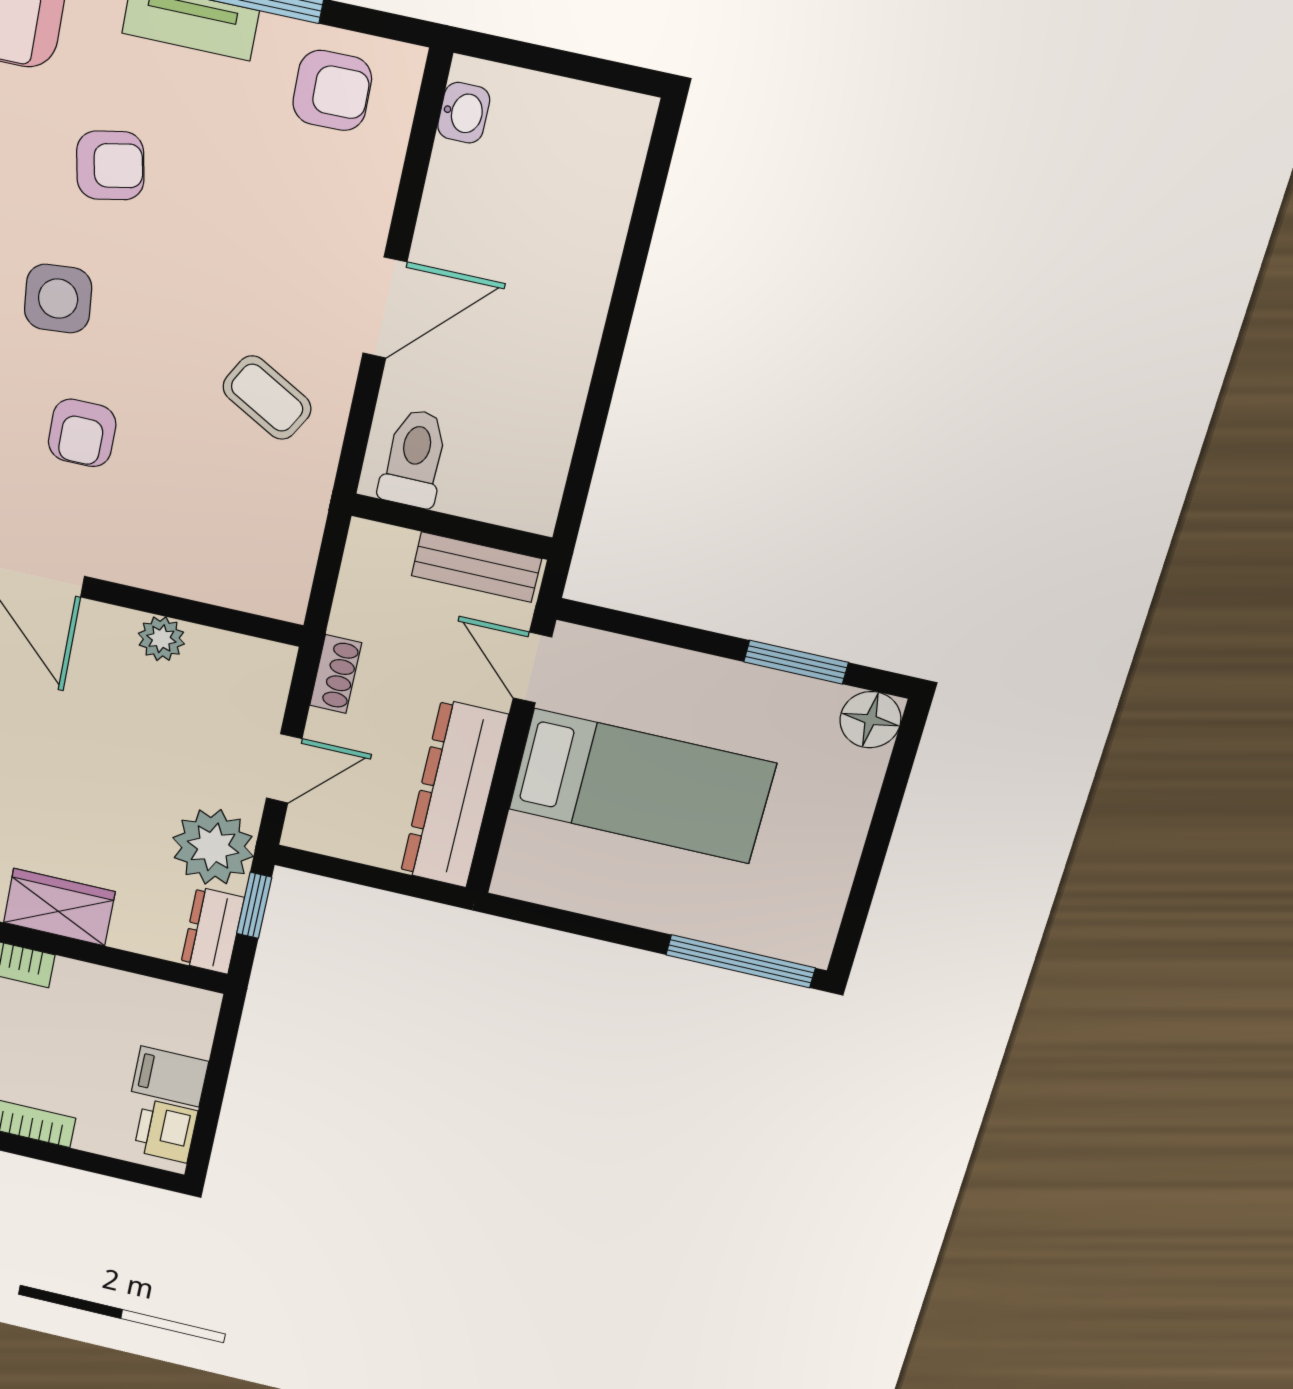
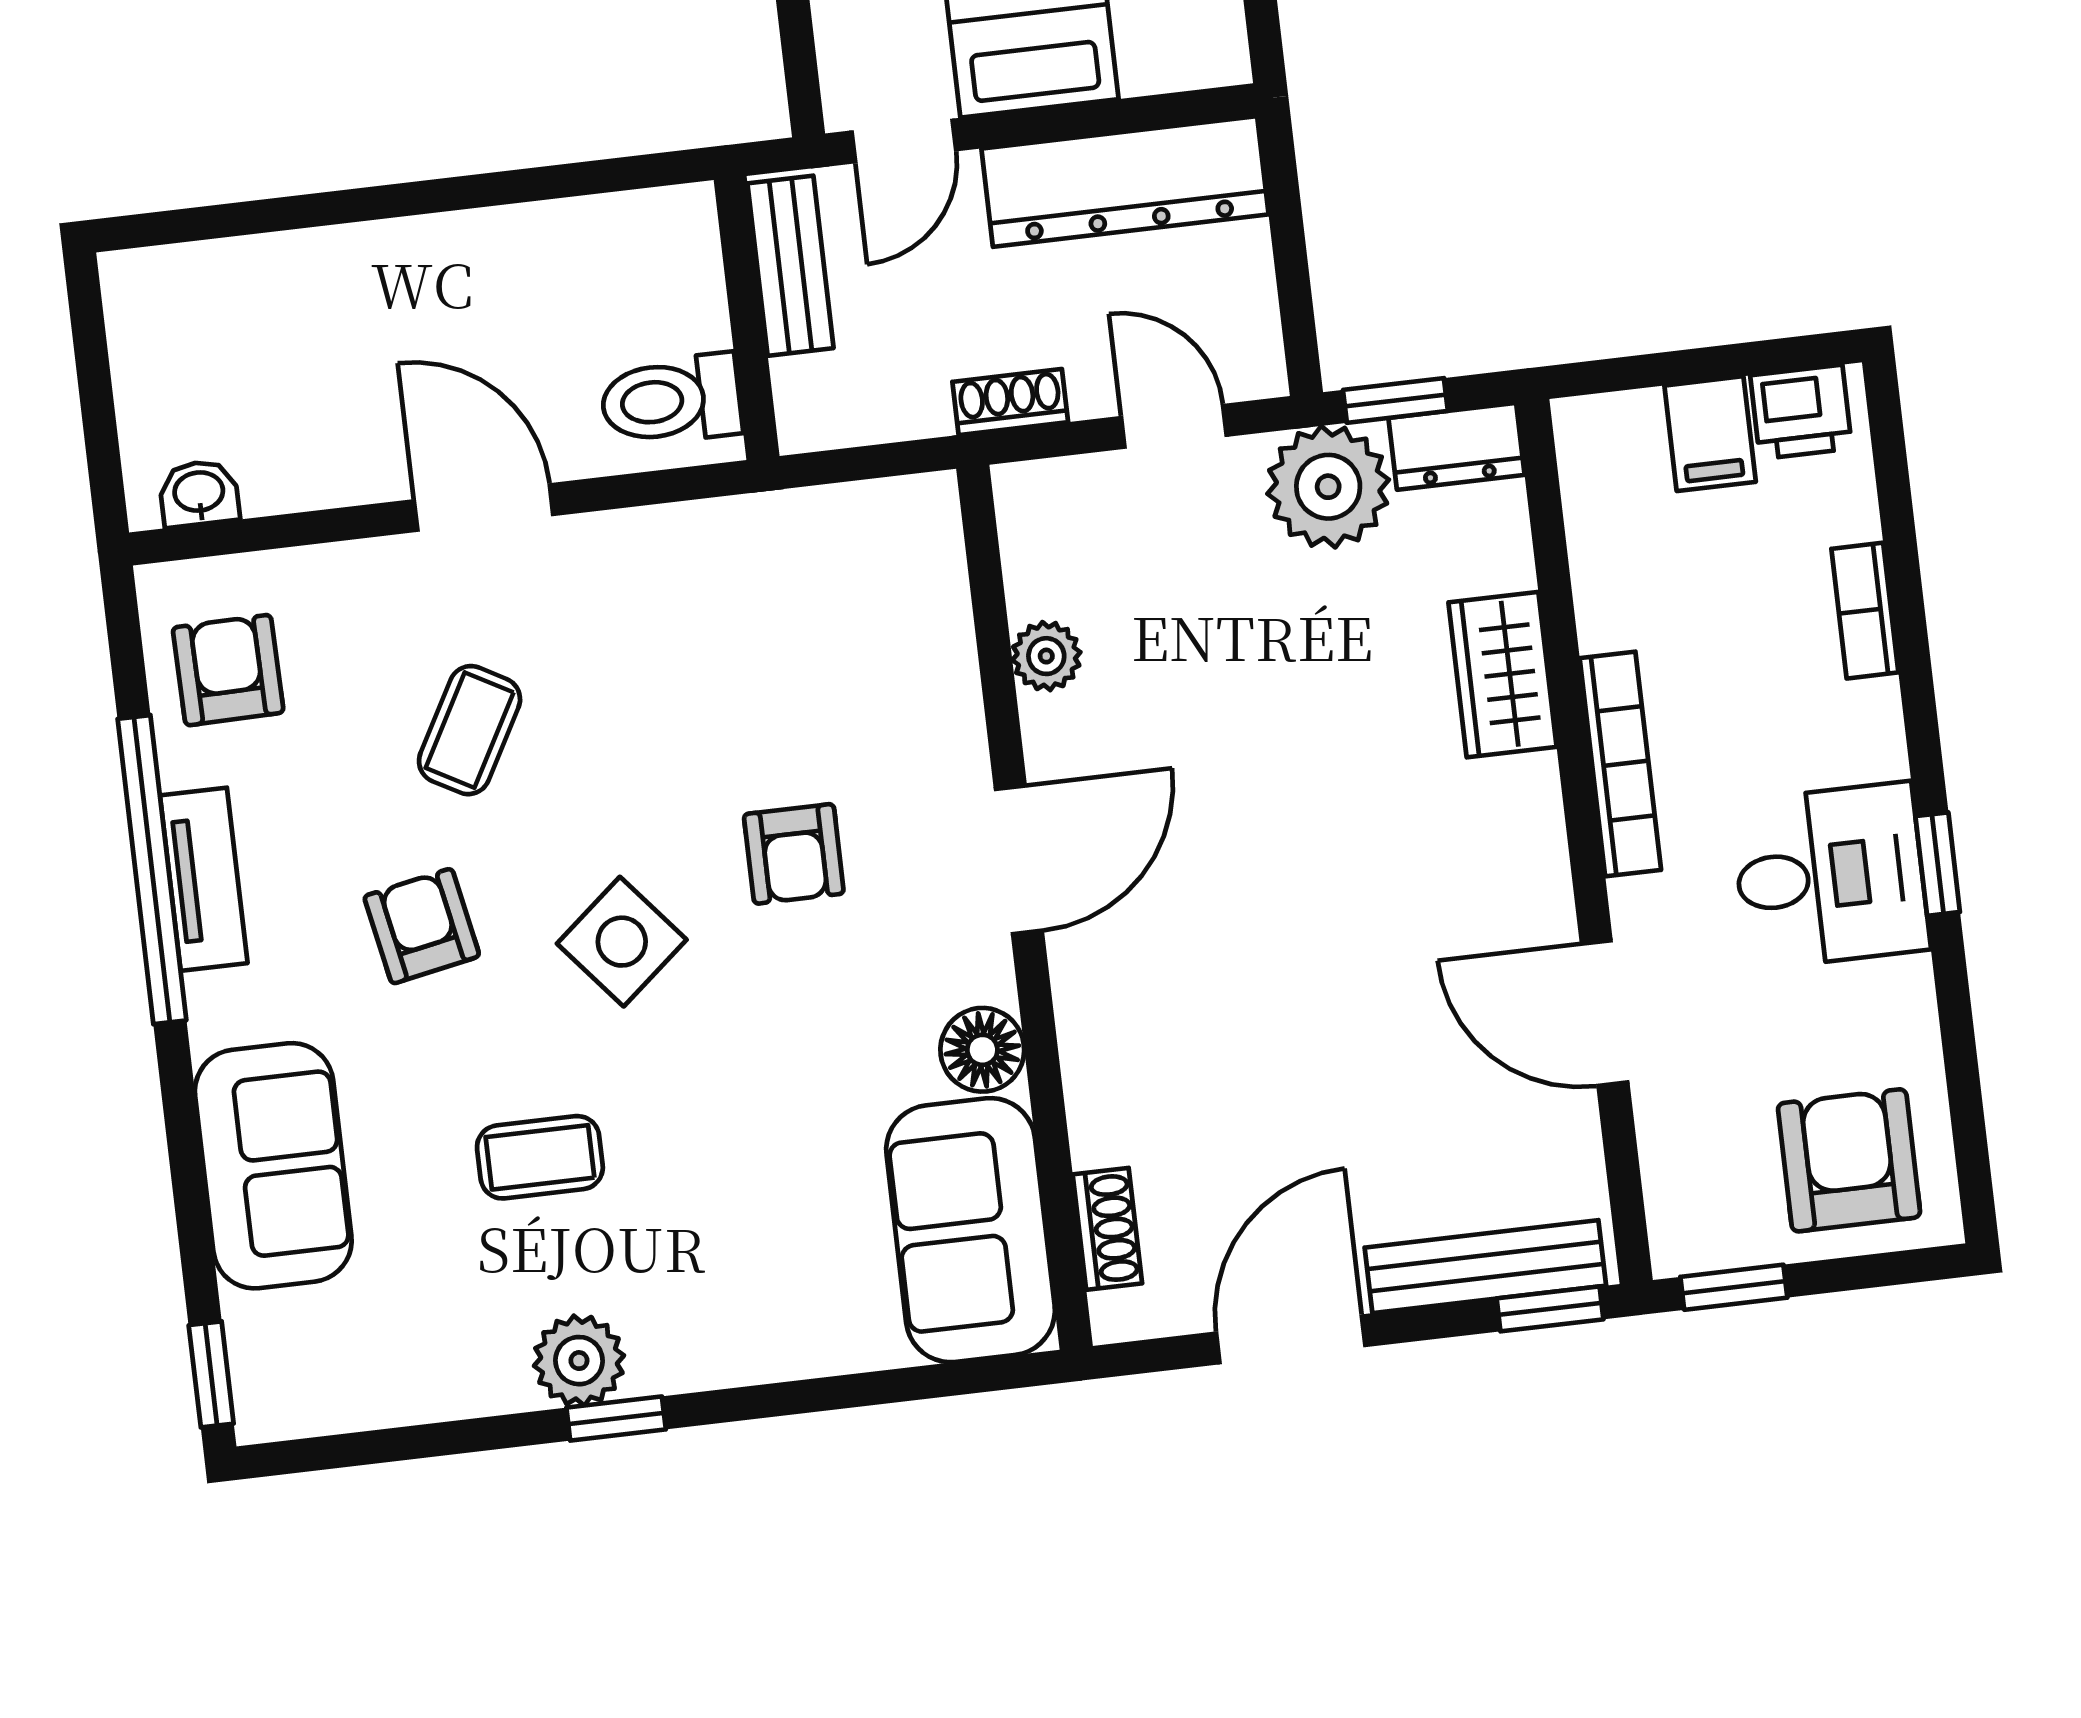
side table: (58, 299) -> (622, 942), turned -35
coffee table: (267, 398) -> (470, 730), moved
armchair: (82, 433) -> (794, 854), turned 90

